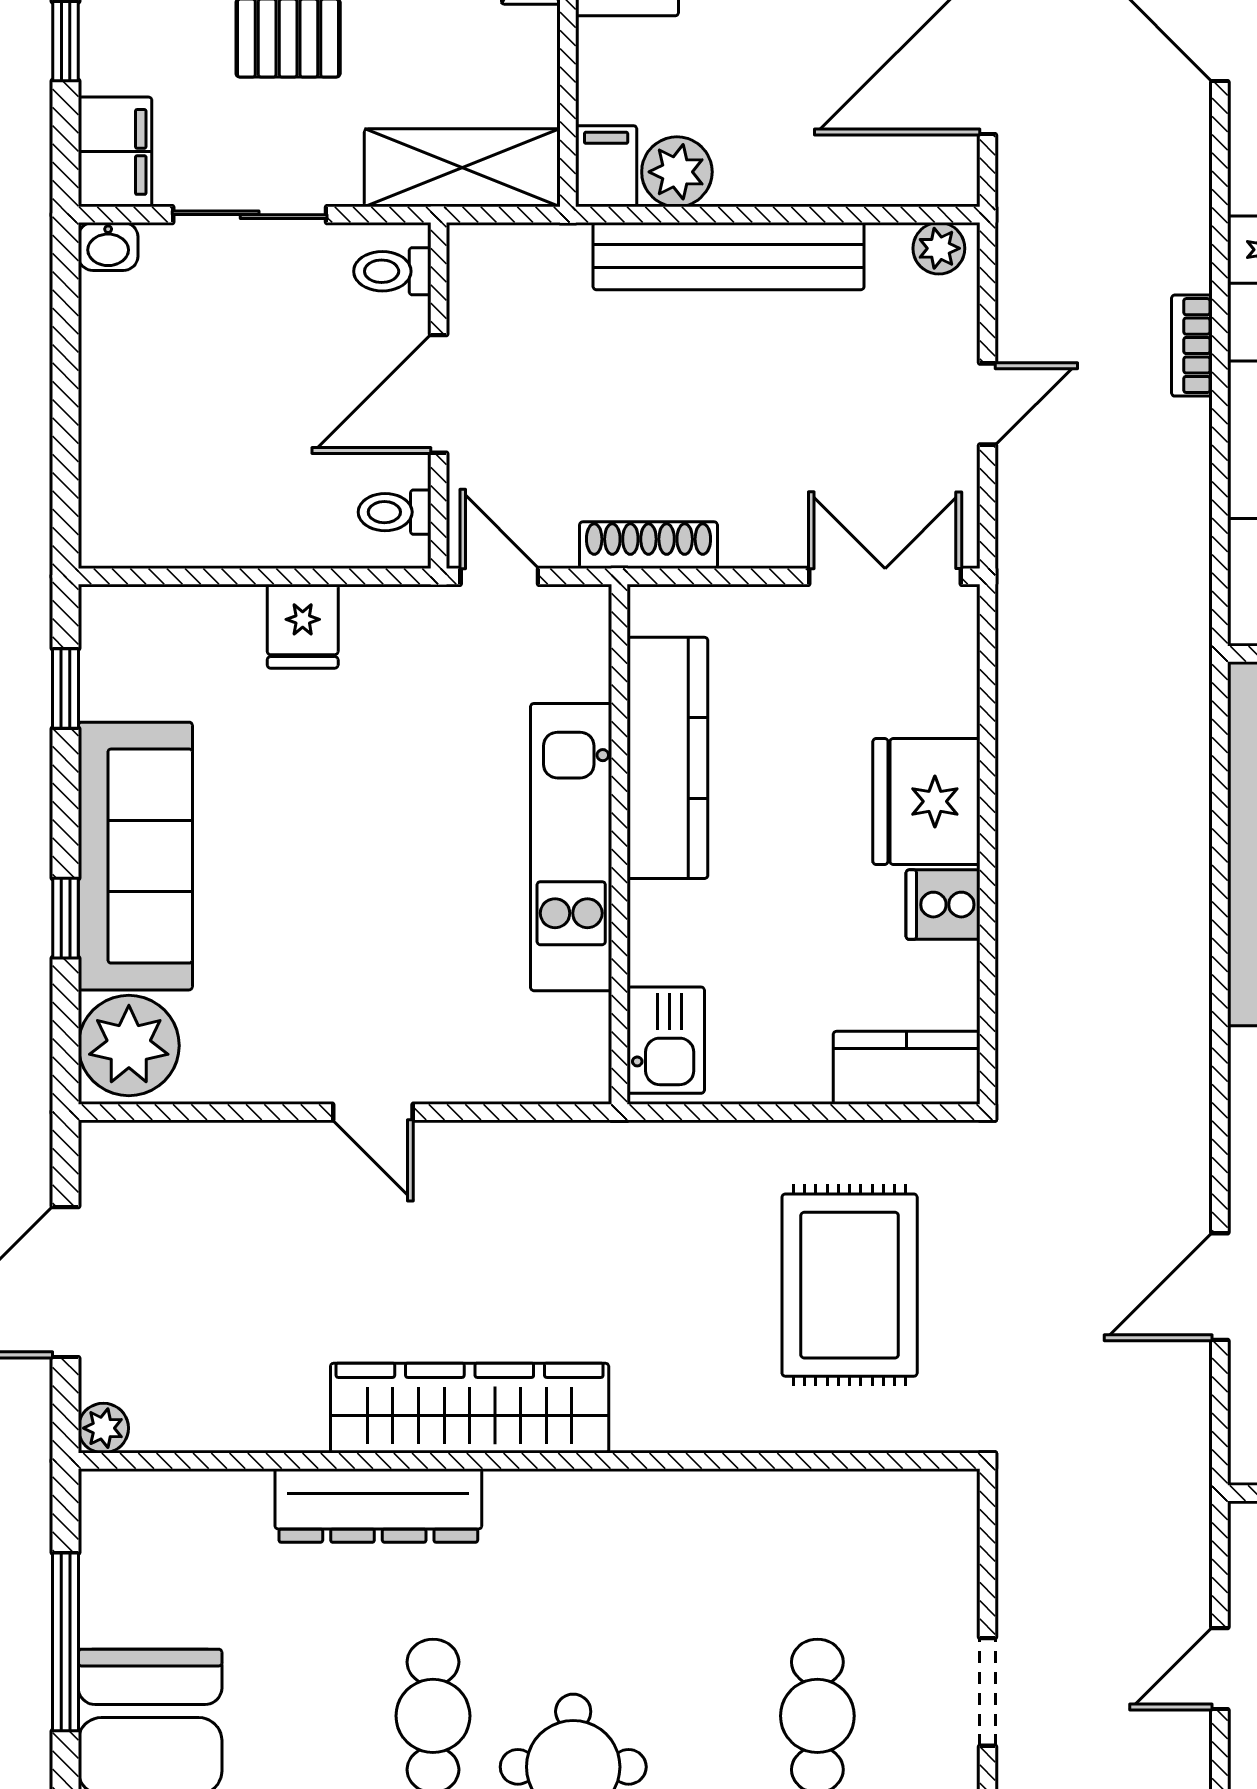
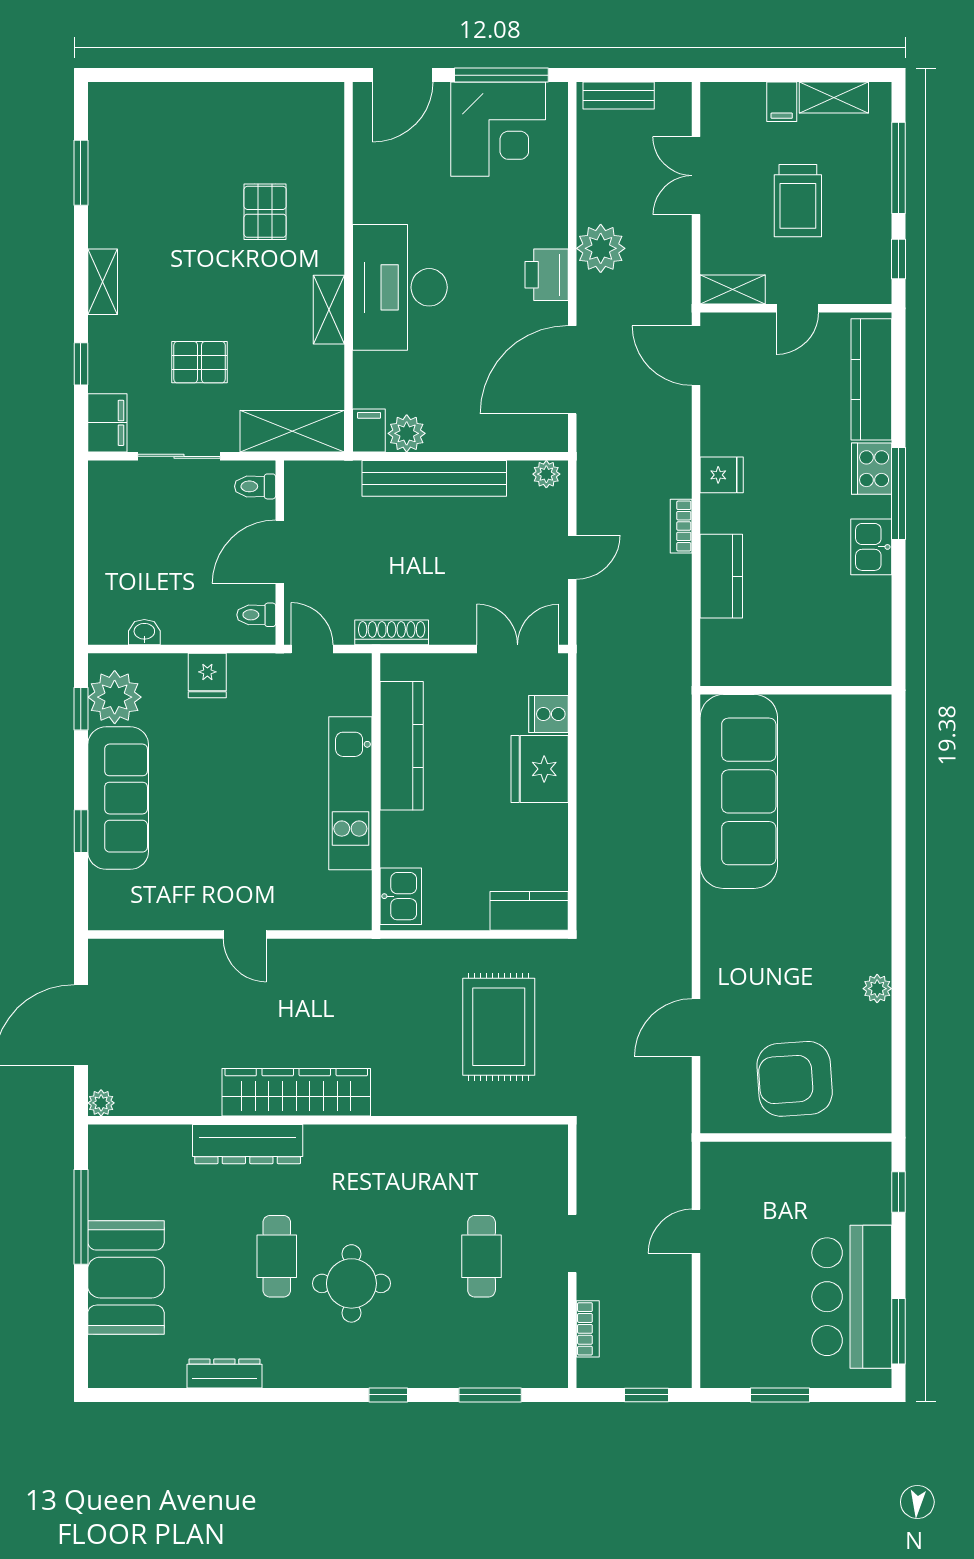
washbasin: (108, 246) -> (144, 632), moved, turned 180
cooker: (943, 905) -> (549, 714), moved
plant: (129, 1046) -> (115, 697), moved

